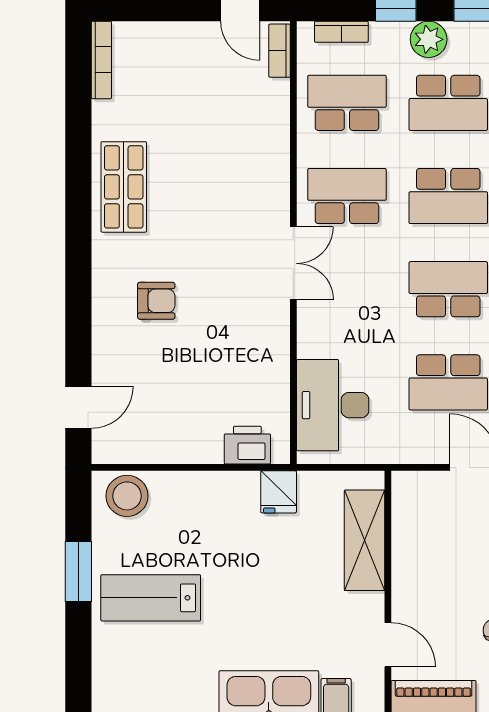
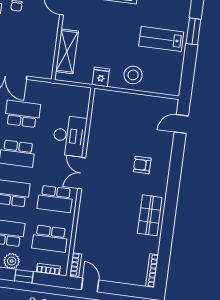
desk: (333, 405) -> (70, 136), moved
printer: (247, 445) -> (111, 98), removed
stool: (127, 496) -> (133, 75), moved
window: (78, 572) -> (193, 31), moved
lab bench: (151, 598) -> (161, 39), turned 180

